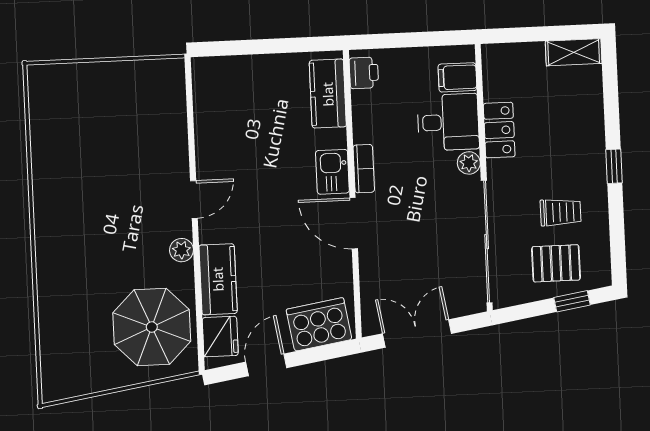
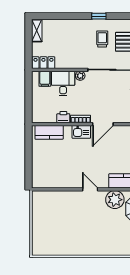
printer: (364, 73) -> (63, 117), moved
locker: (499, 130) -> (43, 63), moved
window: (614, 166) -> (99, 16), moved
plant: (182, 250) -> (115, 200), width x1.87, depth x1.87

